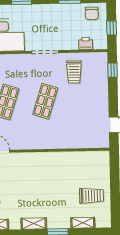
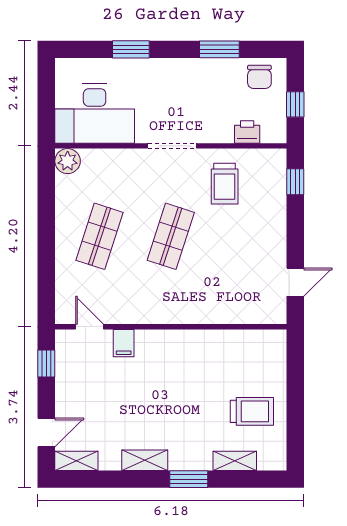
filing cabinet: (21, 160) -> (124, 343), added

